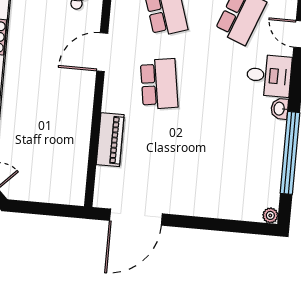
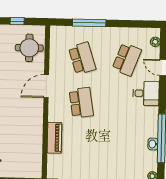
washbasin: (280, 109) -> (153, 144), moved

